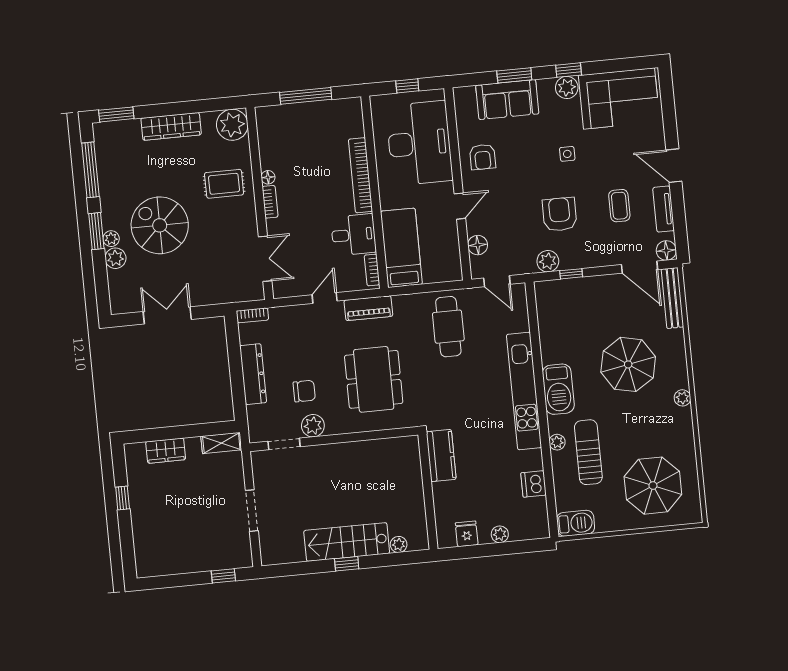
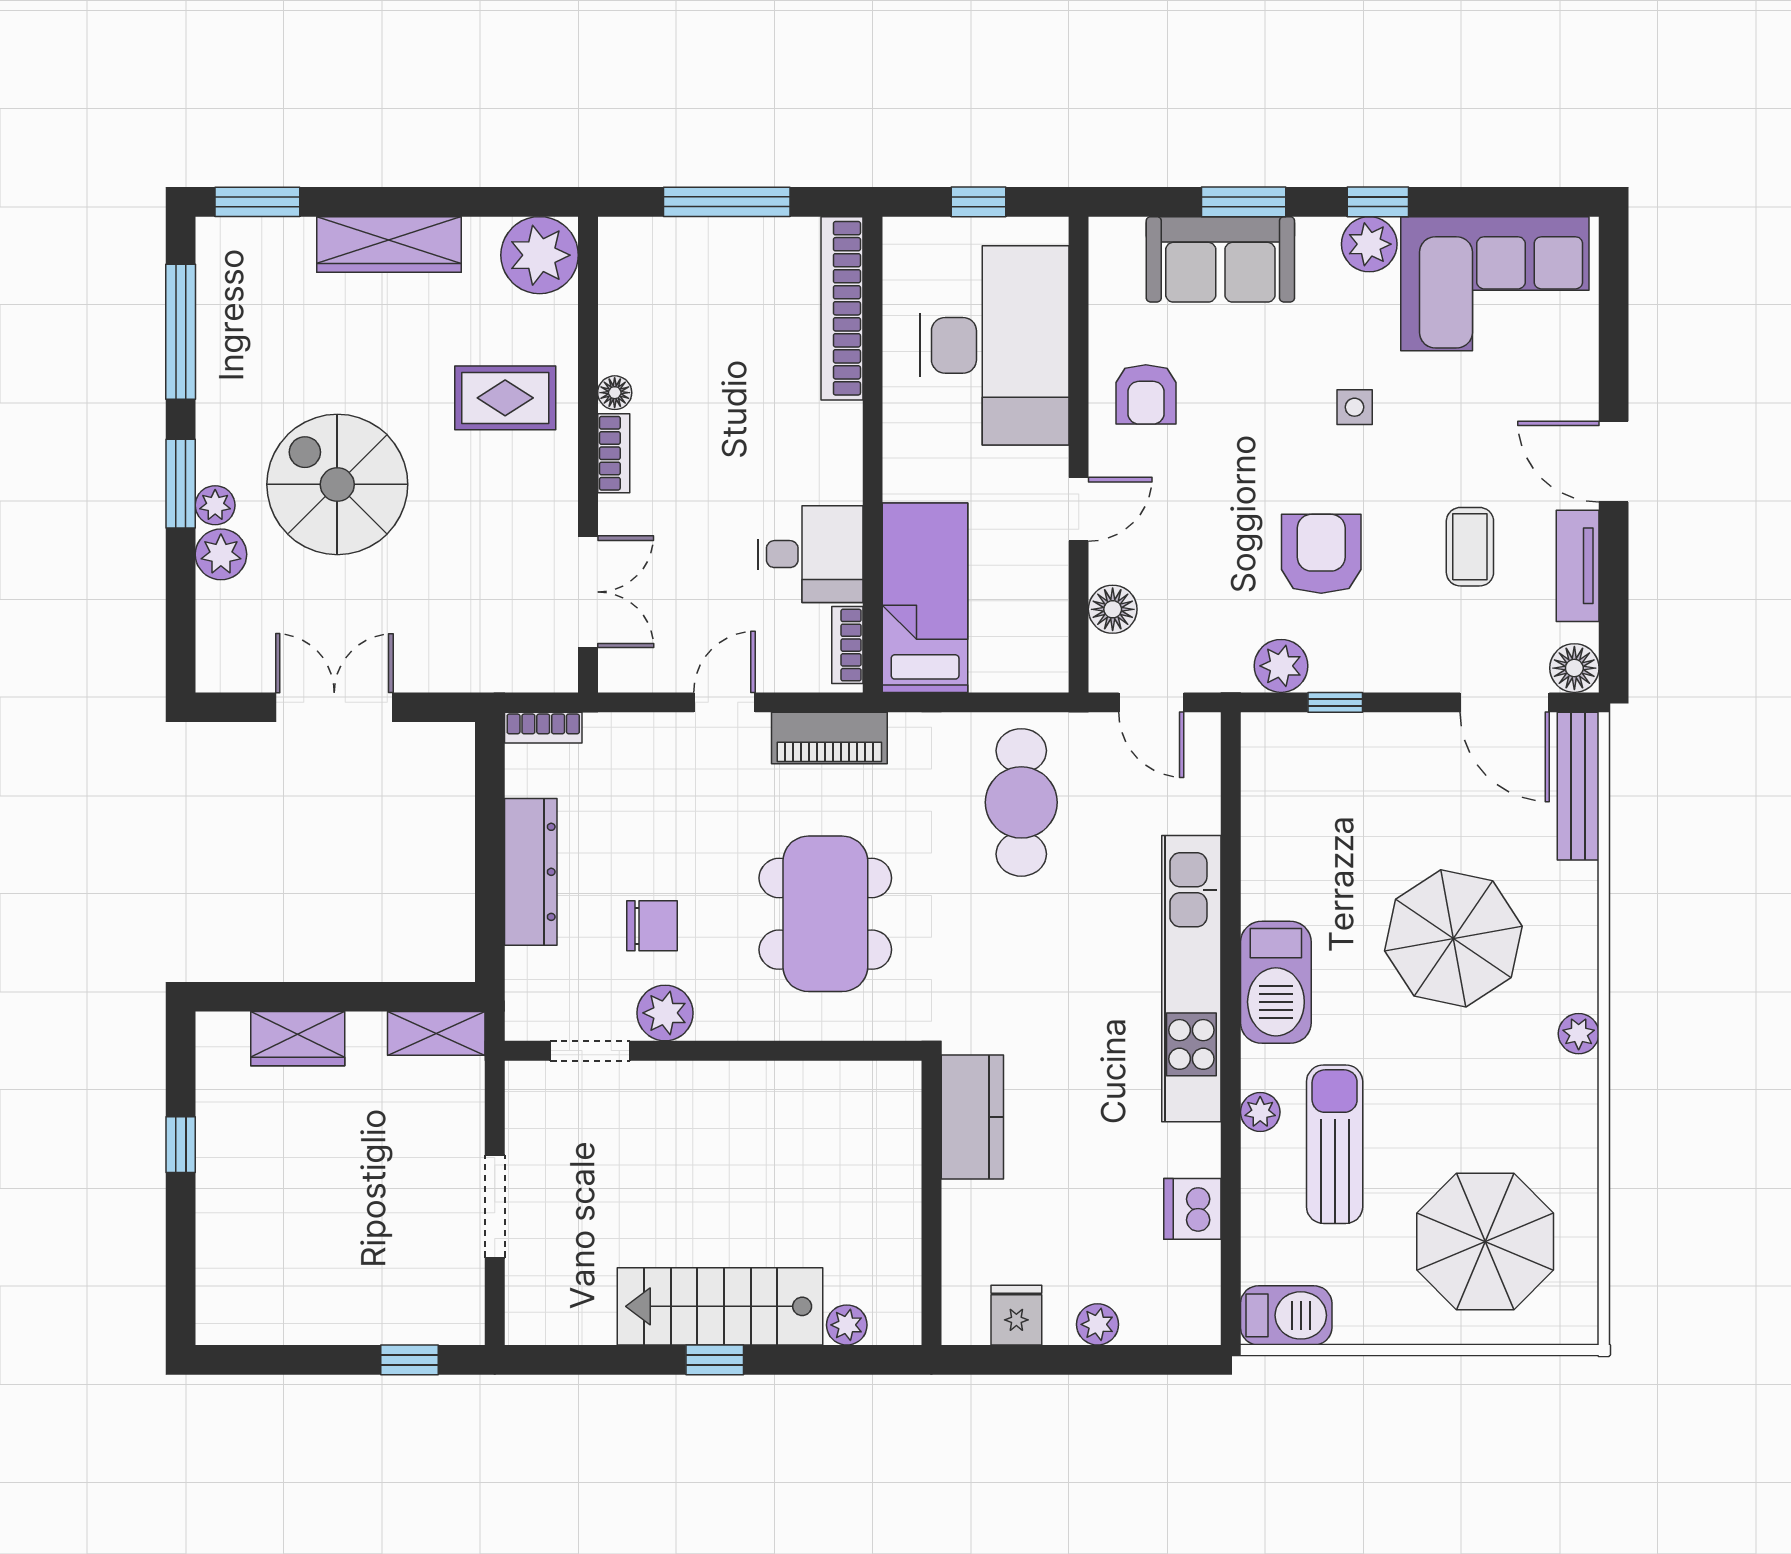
bookcase: (360, 175) -> (842, 308), moved

